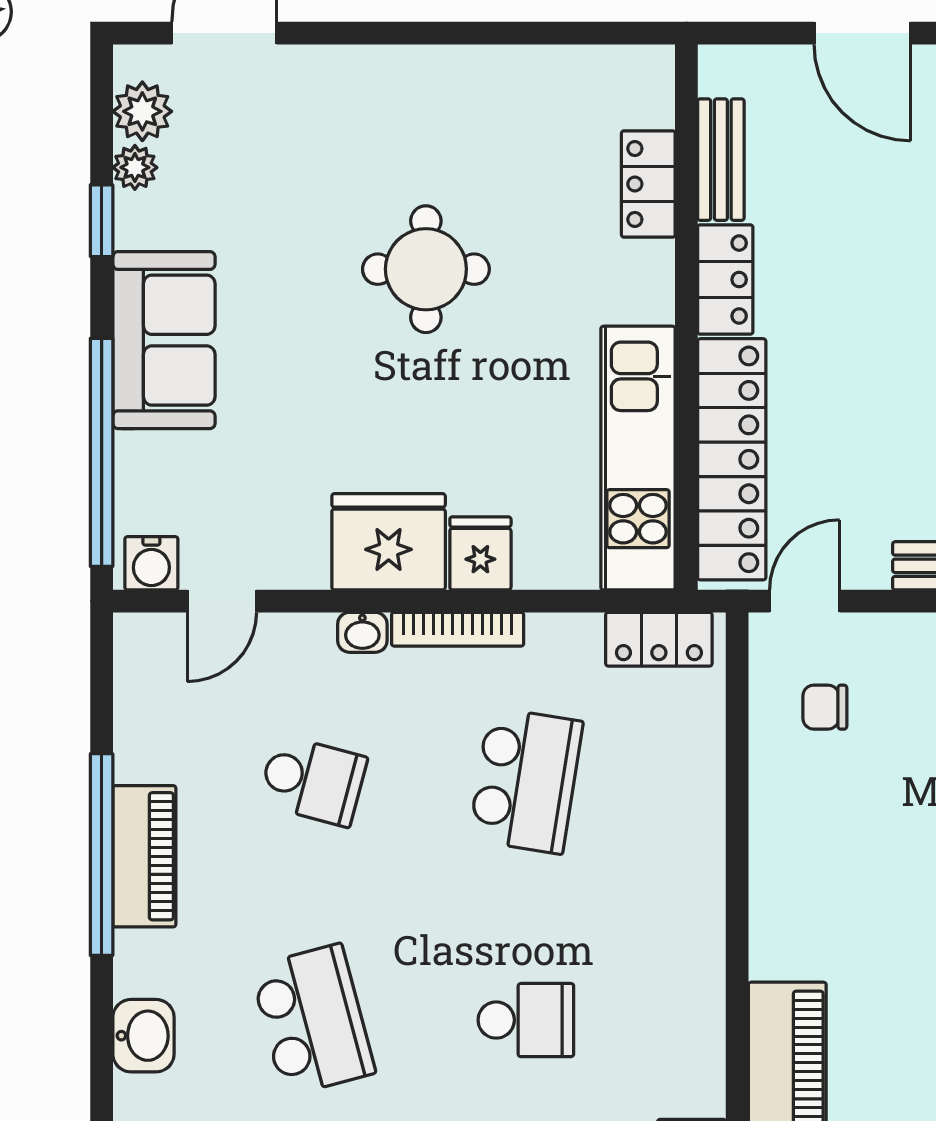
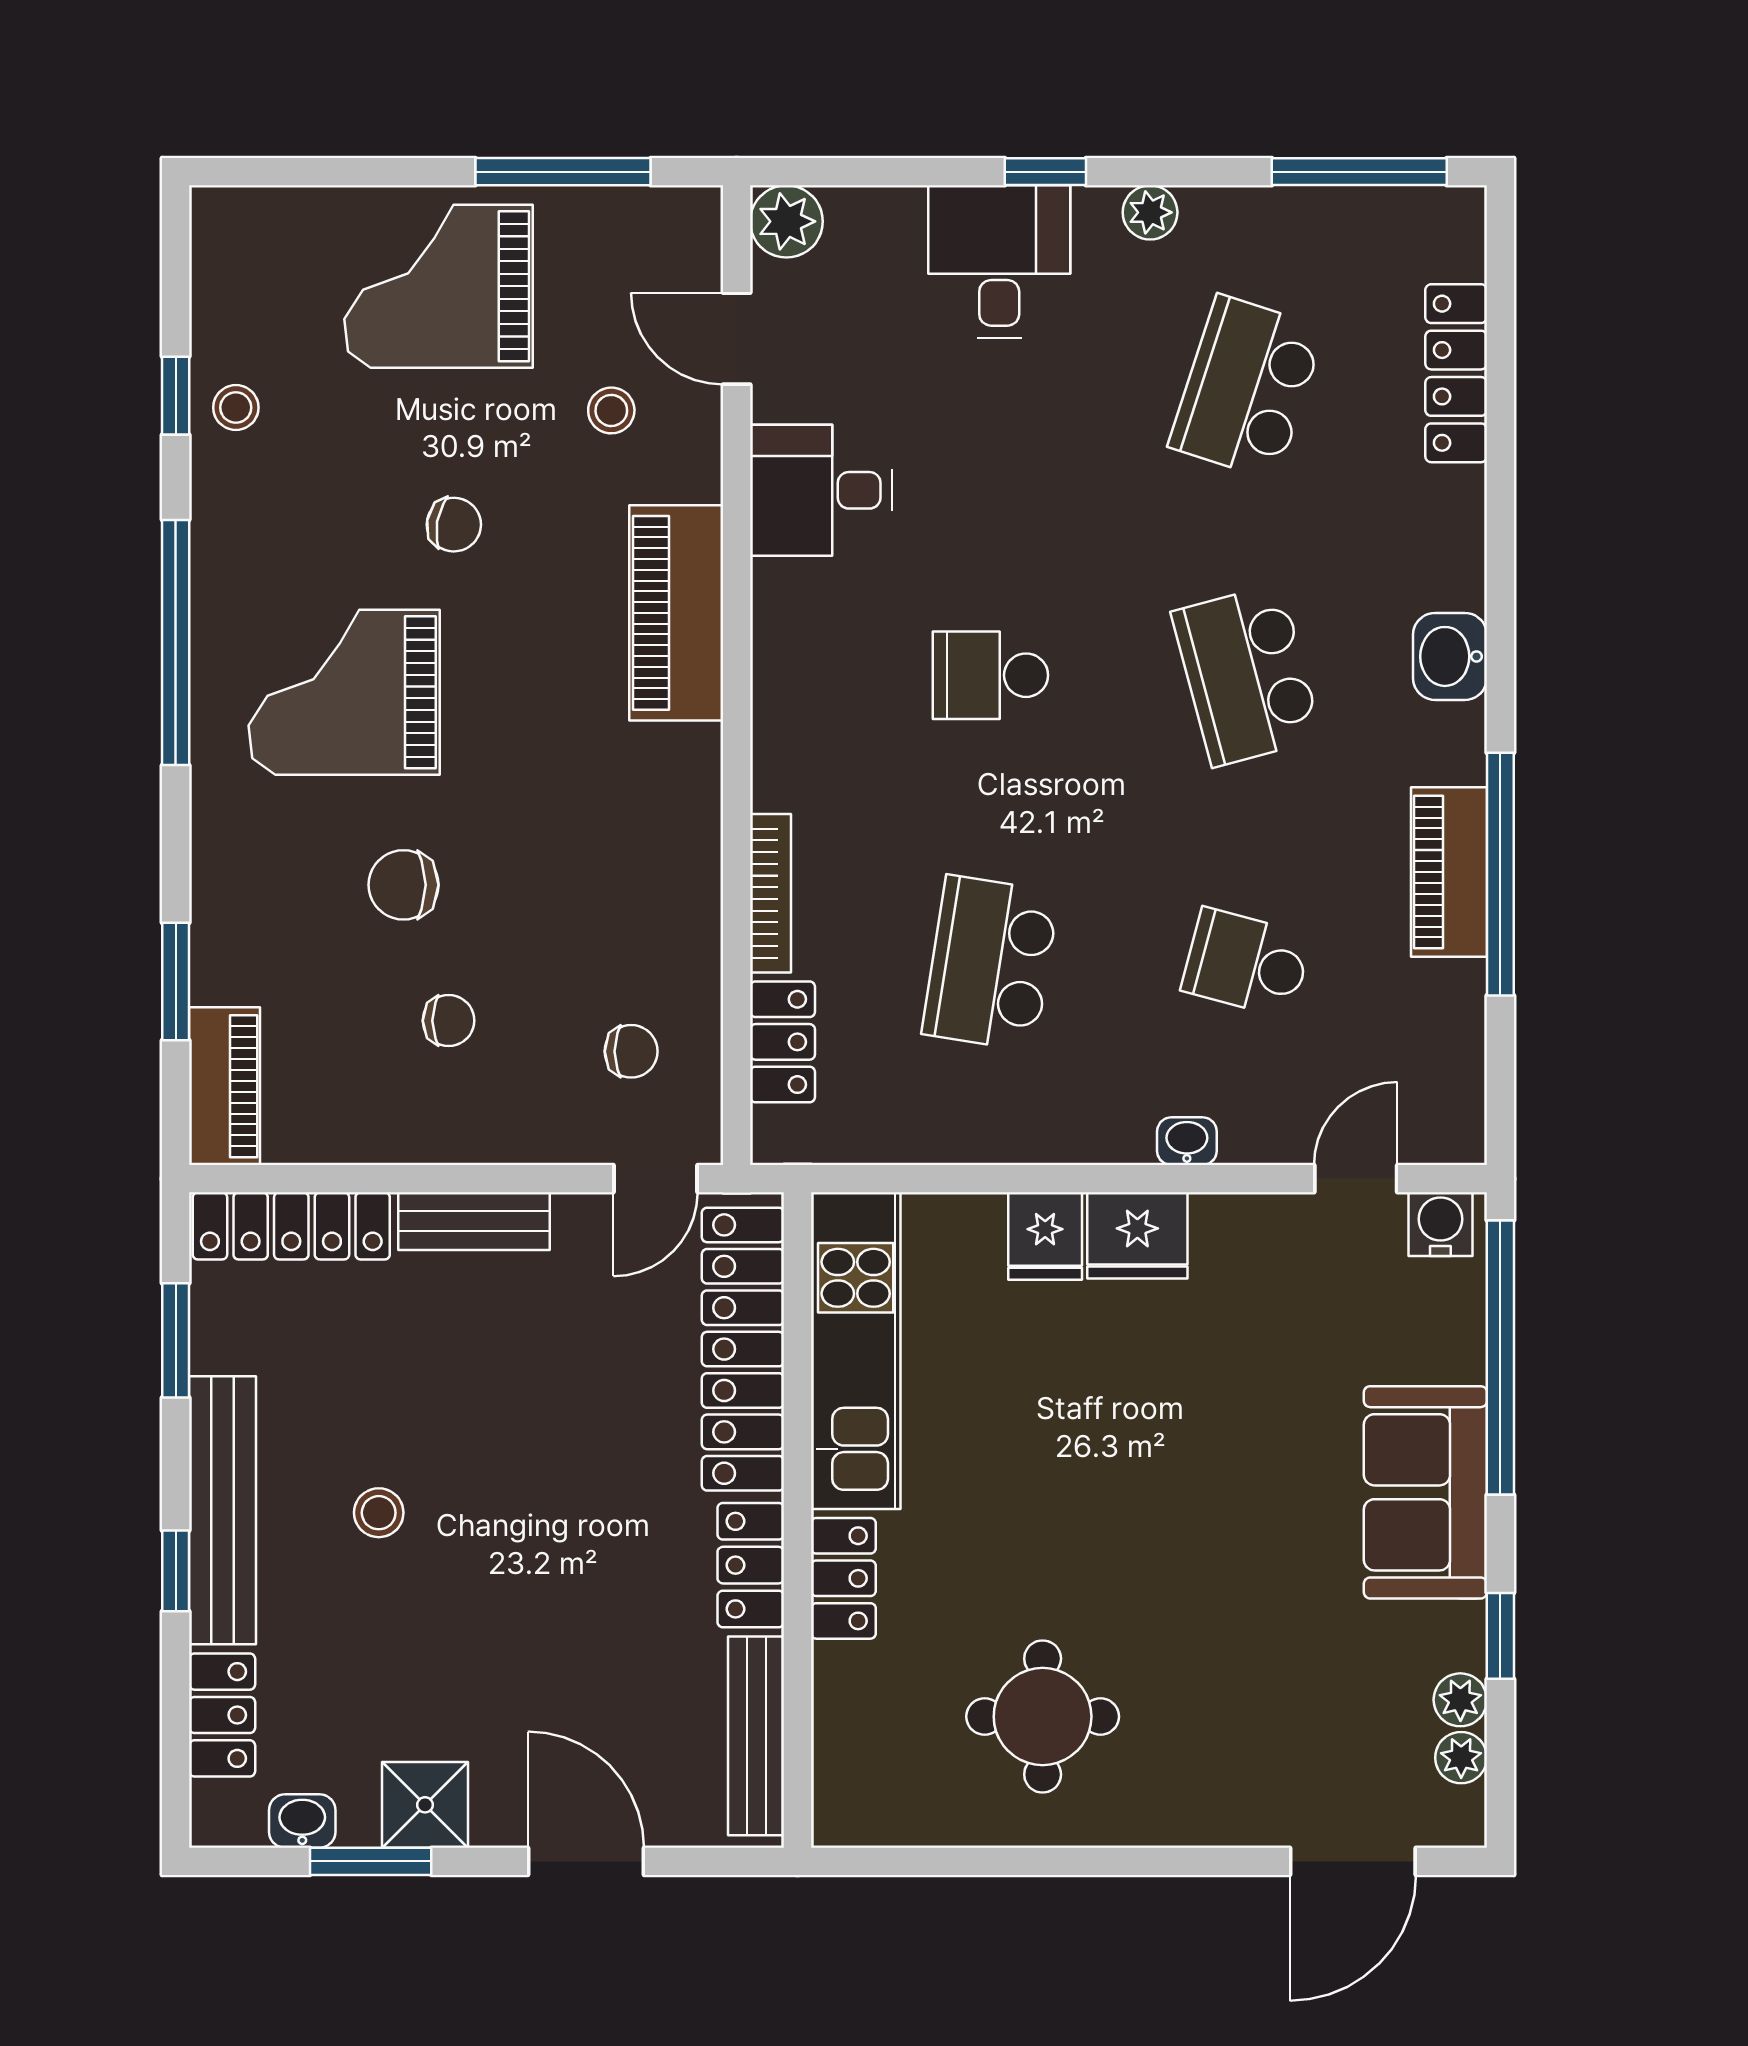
plant: (142, 111) -> (1461, 1758), width x0.73, depth x0.73
bench: (721, 160) -> (756, 1736), width x1.36
locker: (648, 184) -> (843, 1578), moved
round table: (426, 269) -> (1043, 1717), moved
fridge: (389, 542) -> (1137, 1235), width x0.73, depth x0.75
bookcase: (458, 629) -> (770, 893), moved, turned 90
locker: (659, 639) -> (782, 1042), moved, turned 90

